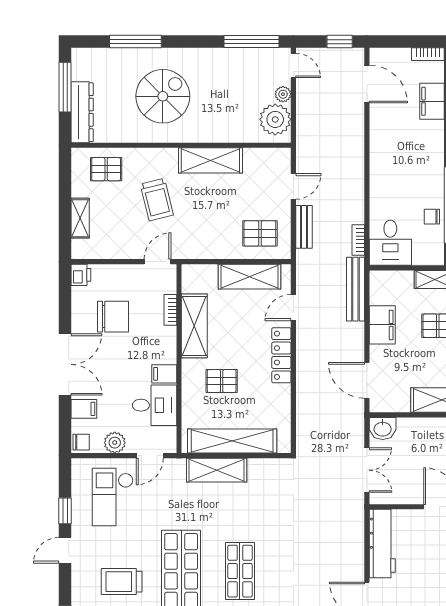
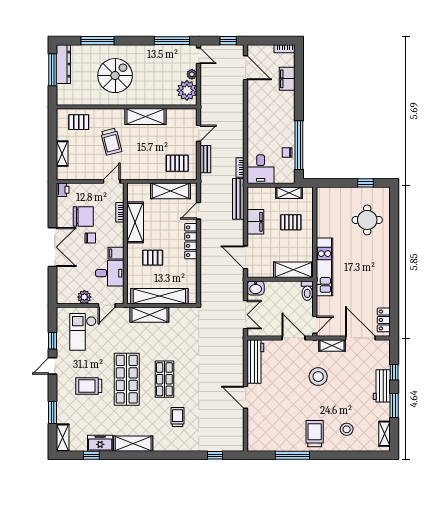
dresser: (82, 112) -> (63, 64), moved
filing cabinet: (84, 409) -> (65, 275), removed
chair: (81, 442) -> (90, 238), moved

